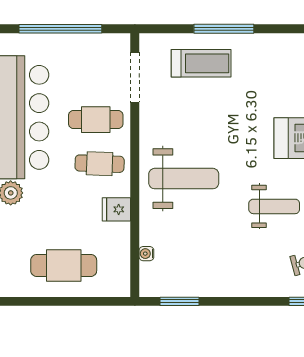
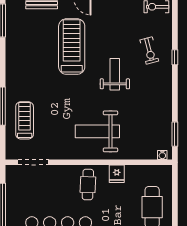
cafe table: (96, 120) -> (60, 187), removed
weight bench: (184, 179) -> (97, 131), turned -90
water cooler: (146, 254) -> (162, 155), moved

